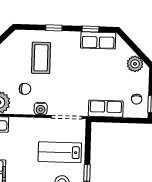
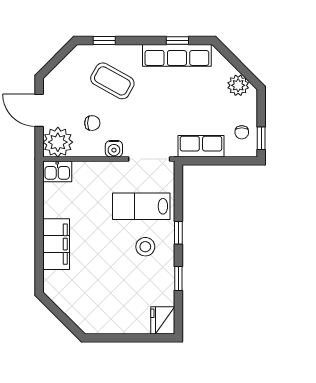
window: (54, 28) -> (104, 40), moved
row of seats: (98, 40) -> (177, 55), width x1.48
coffee table: (41, 58) -> (112, 81), turned -61

